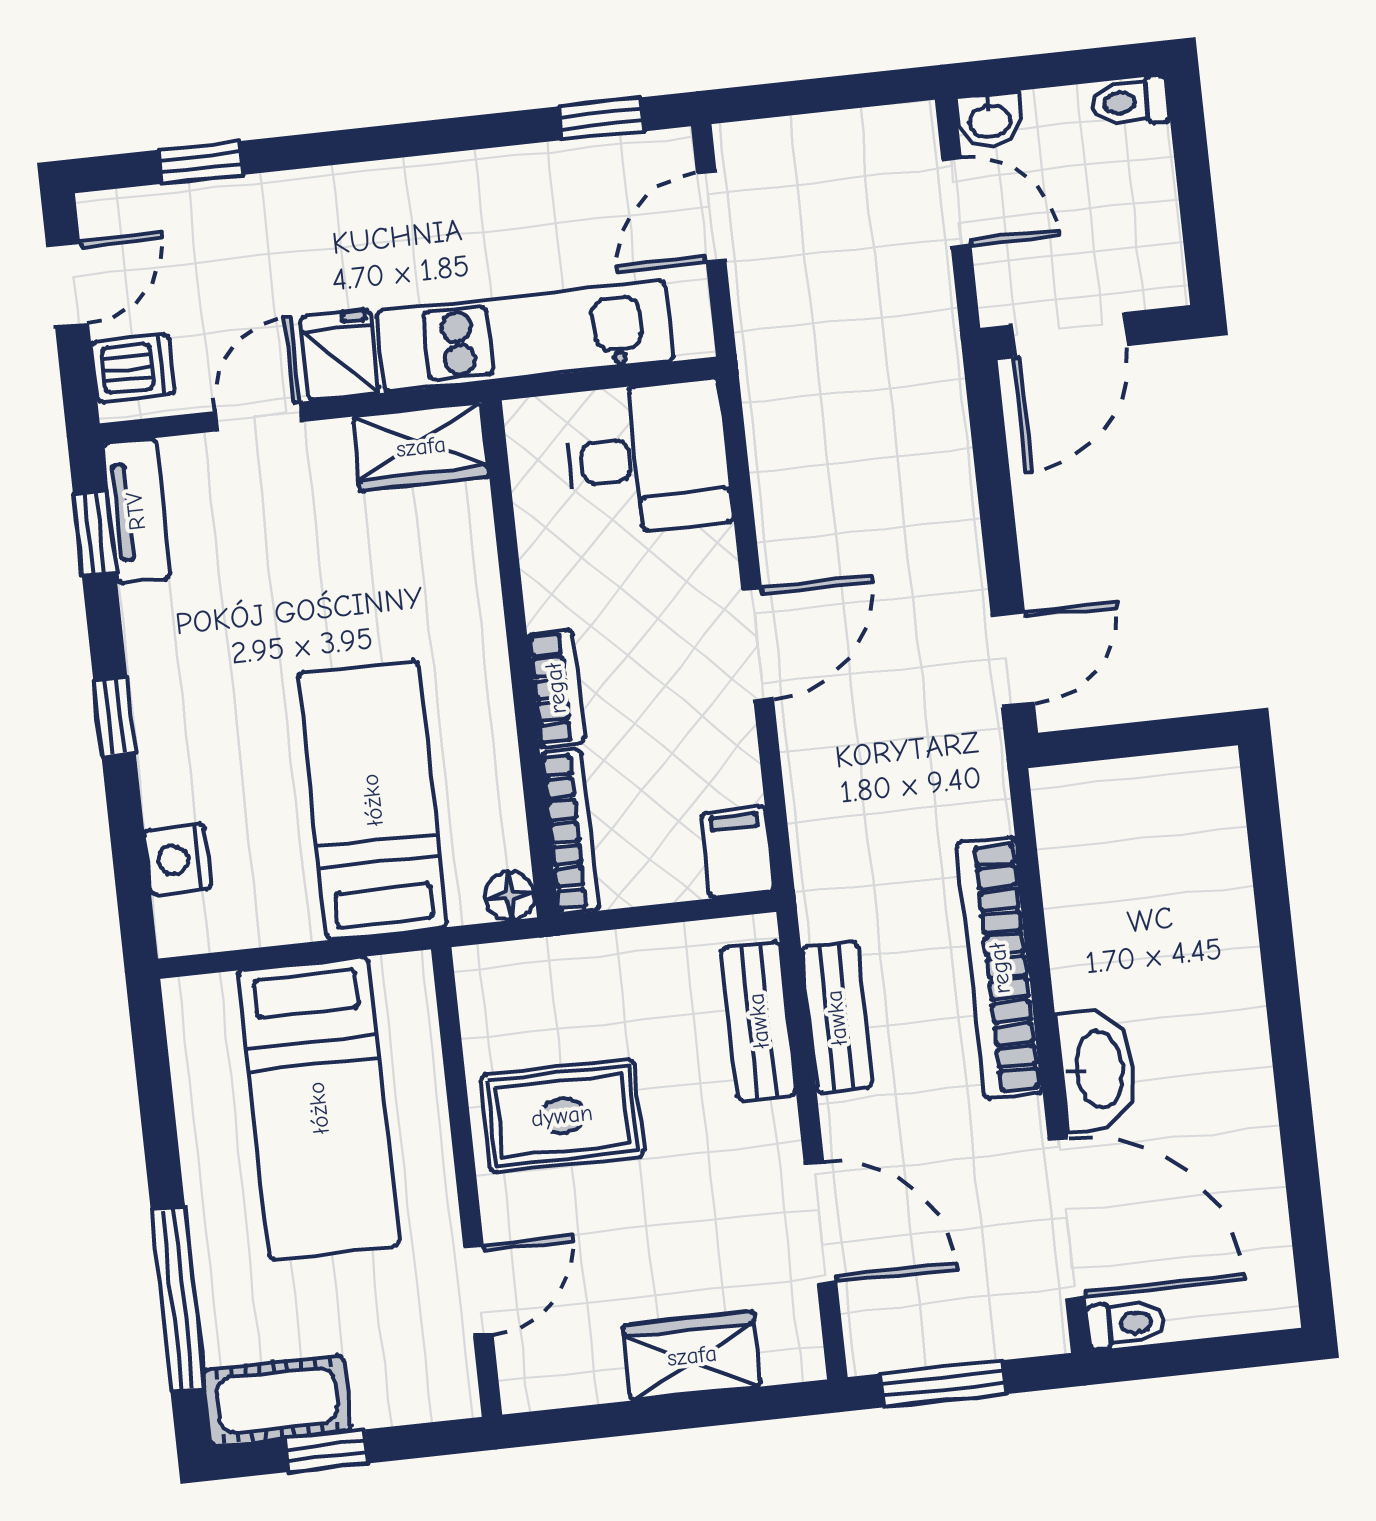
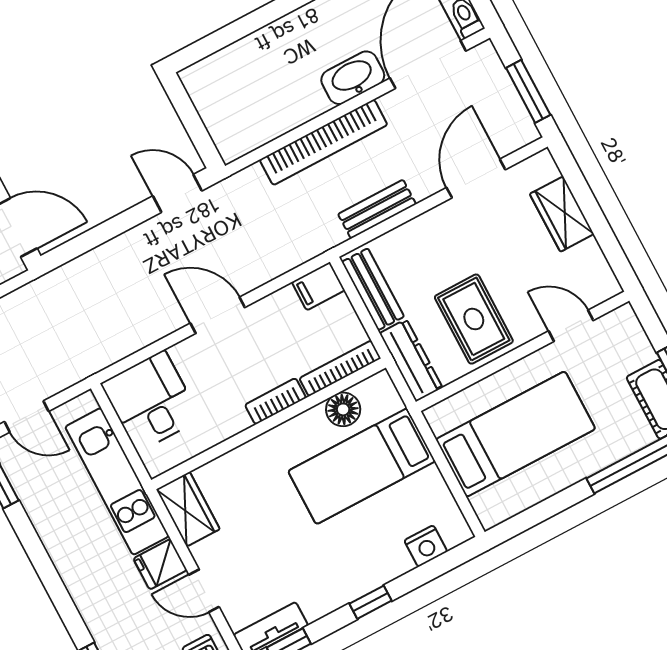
floor lamp: (510, 896) -> (343, 409), moved, width x1.37, depth x1.37
dresser: (532, 969) -> (411, 360), added
bench: (759, 1021) -> (373, 289), moved, turned 90

